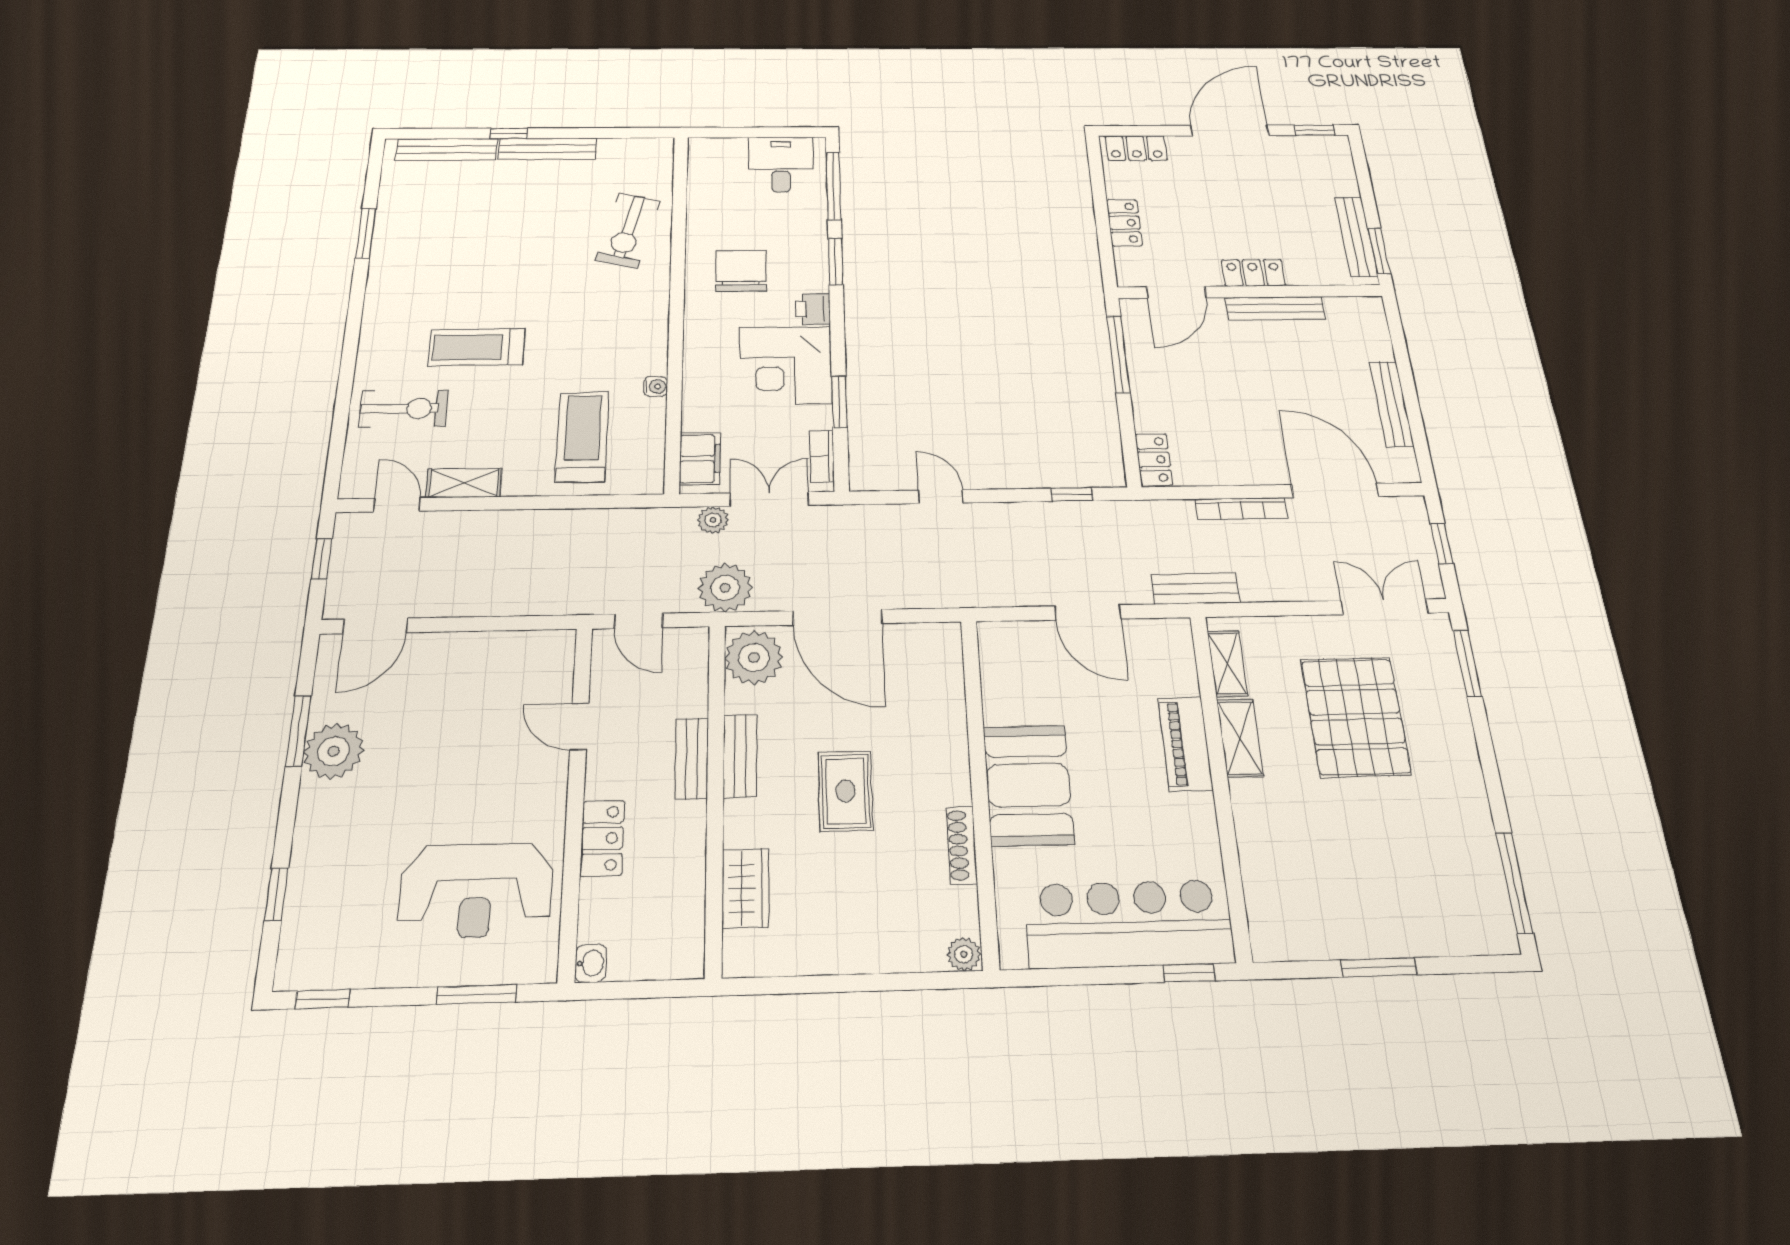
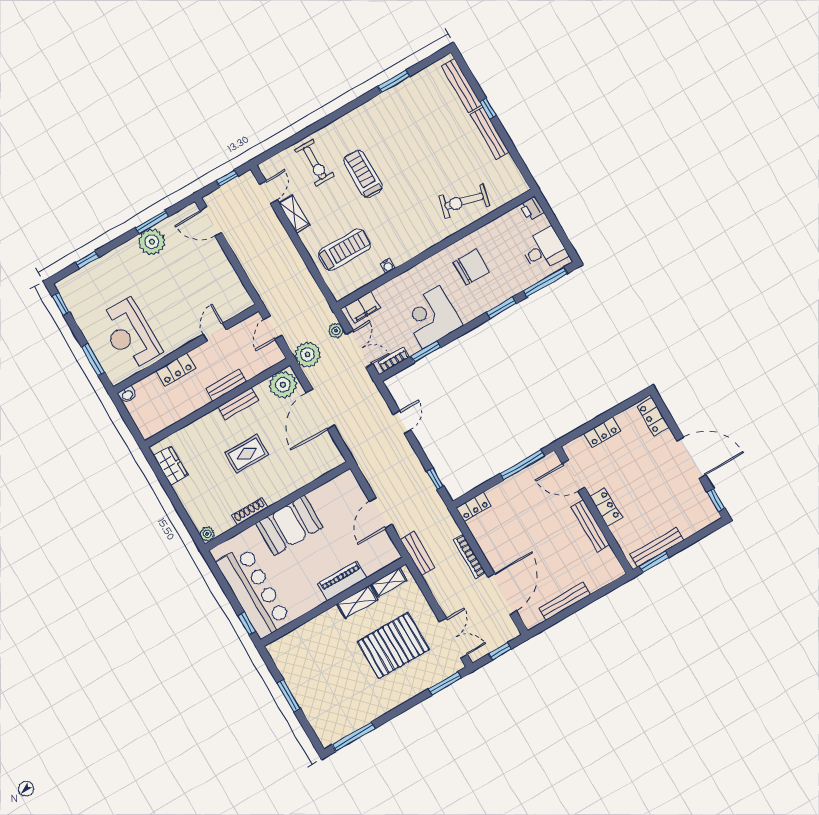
printer: (813, 309) -> (532, 209), moved, turned -90
wardrobe: (745, 888) -> (171, 466), moved, turned -90

